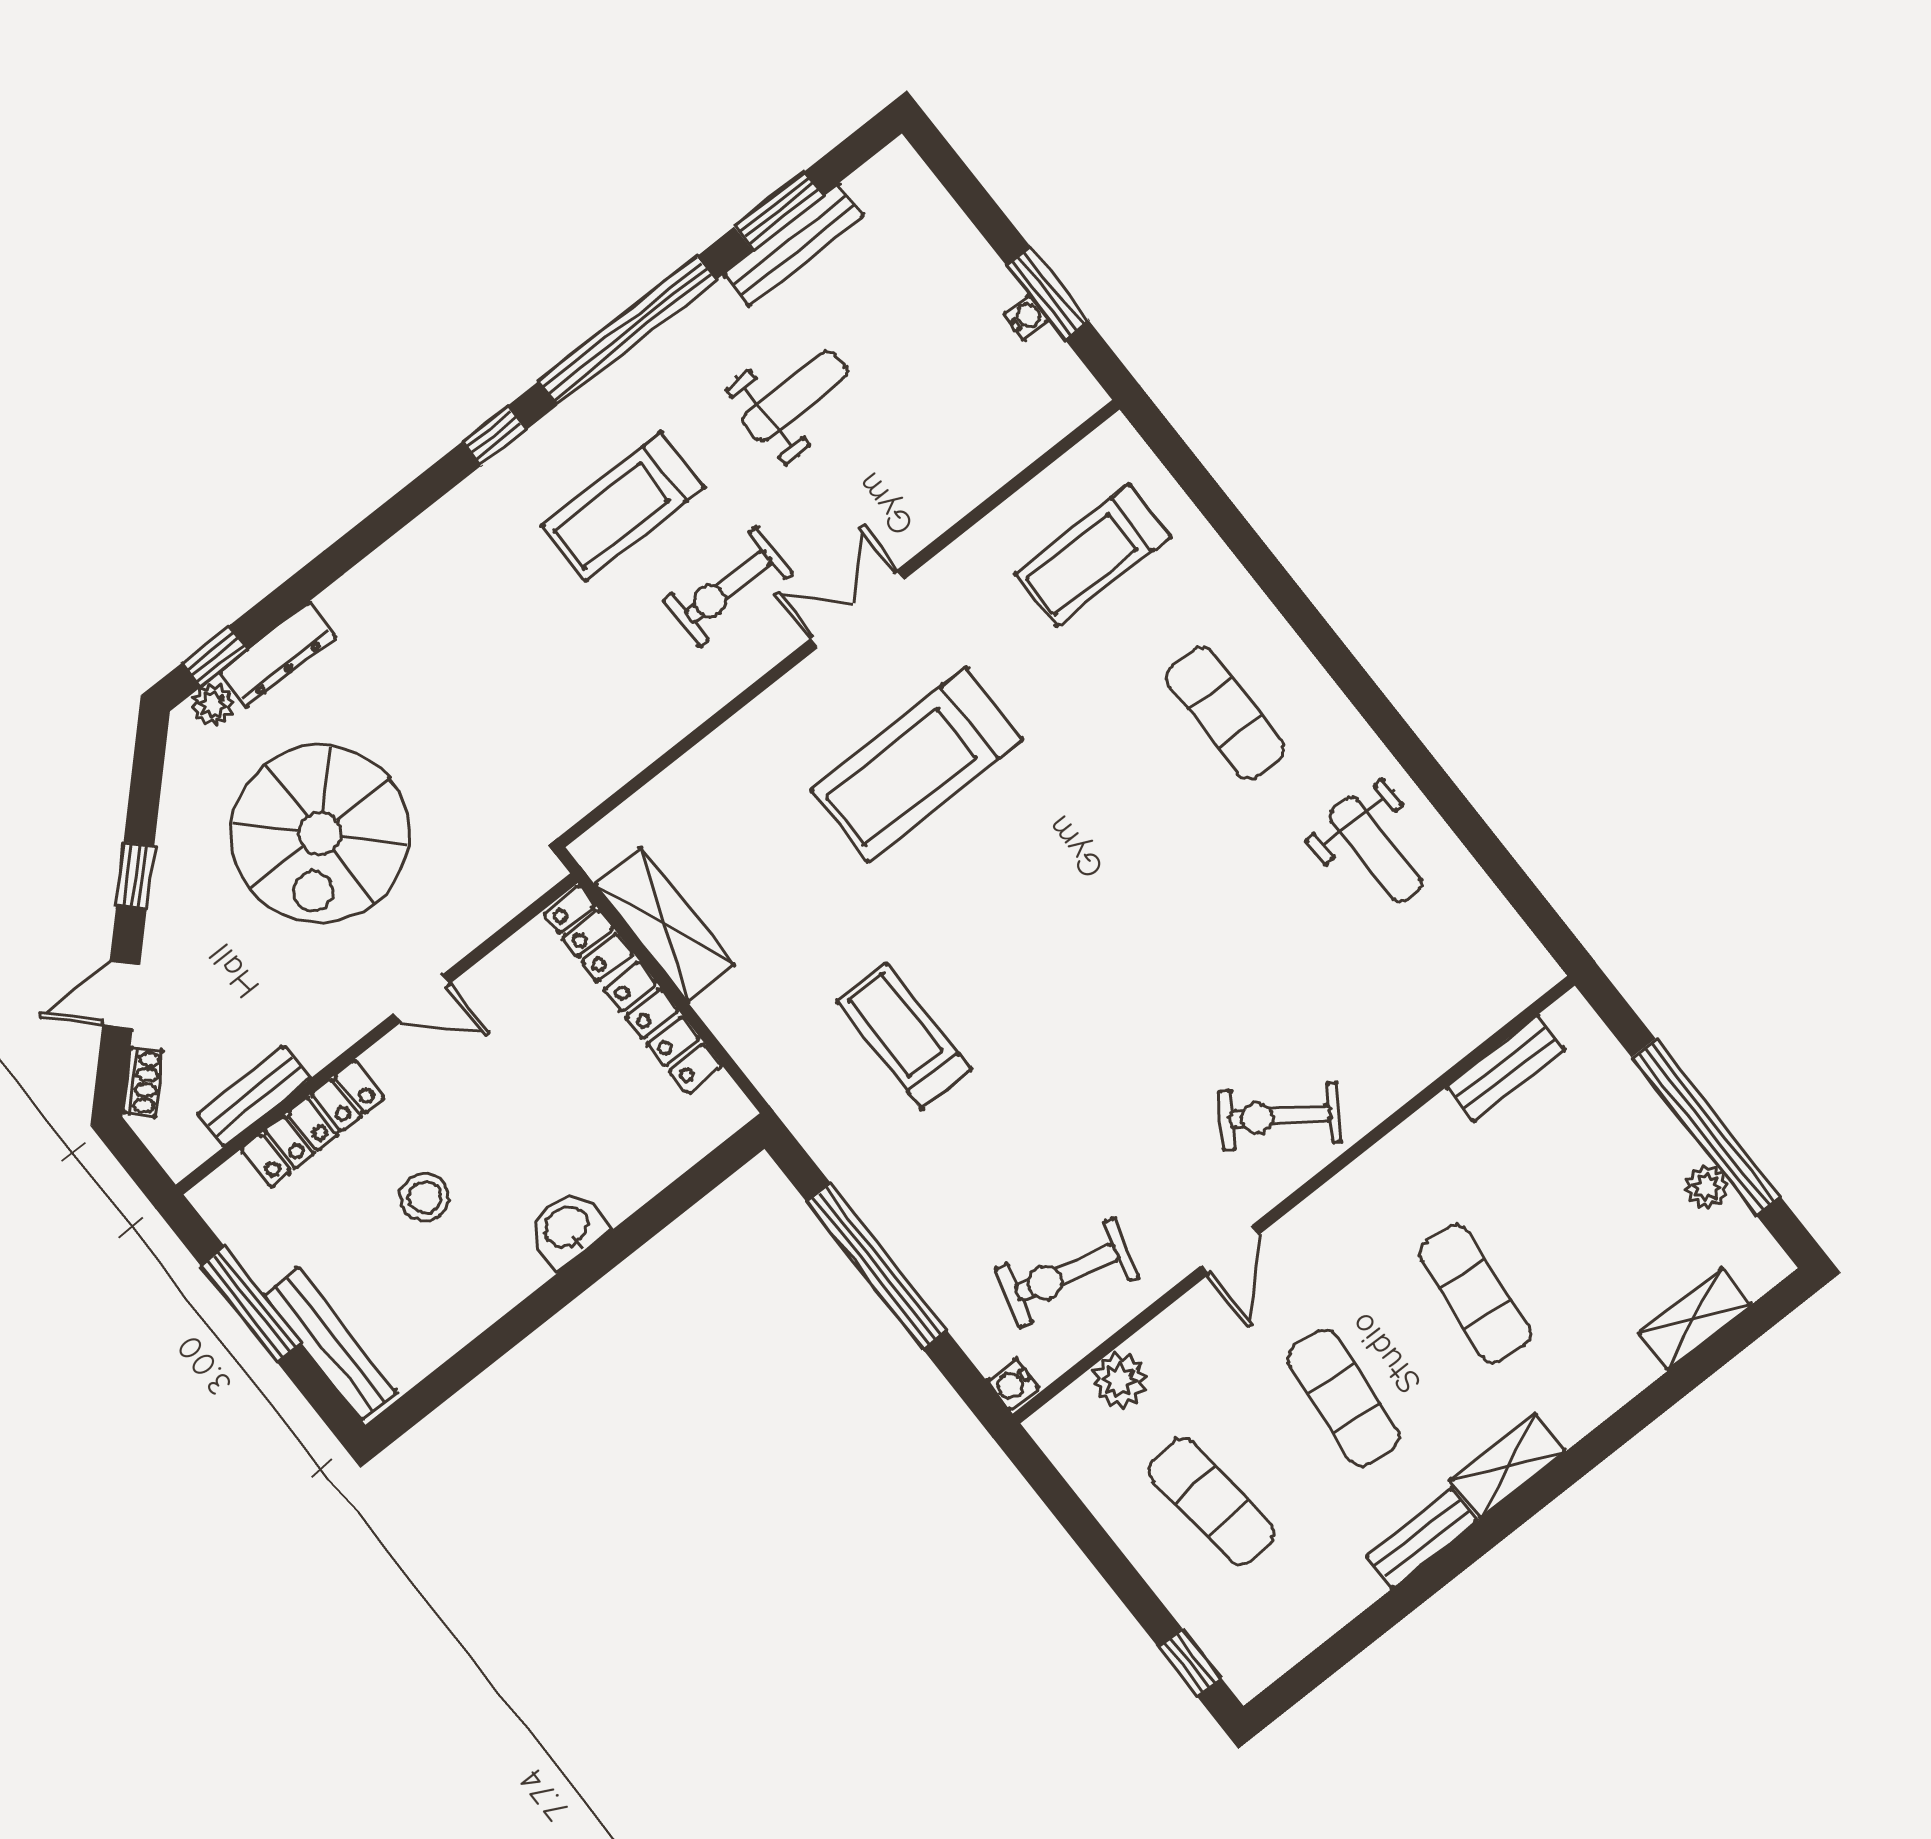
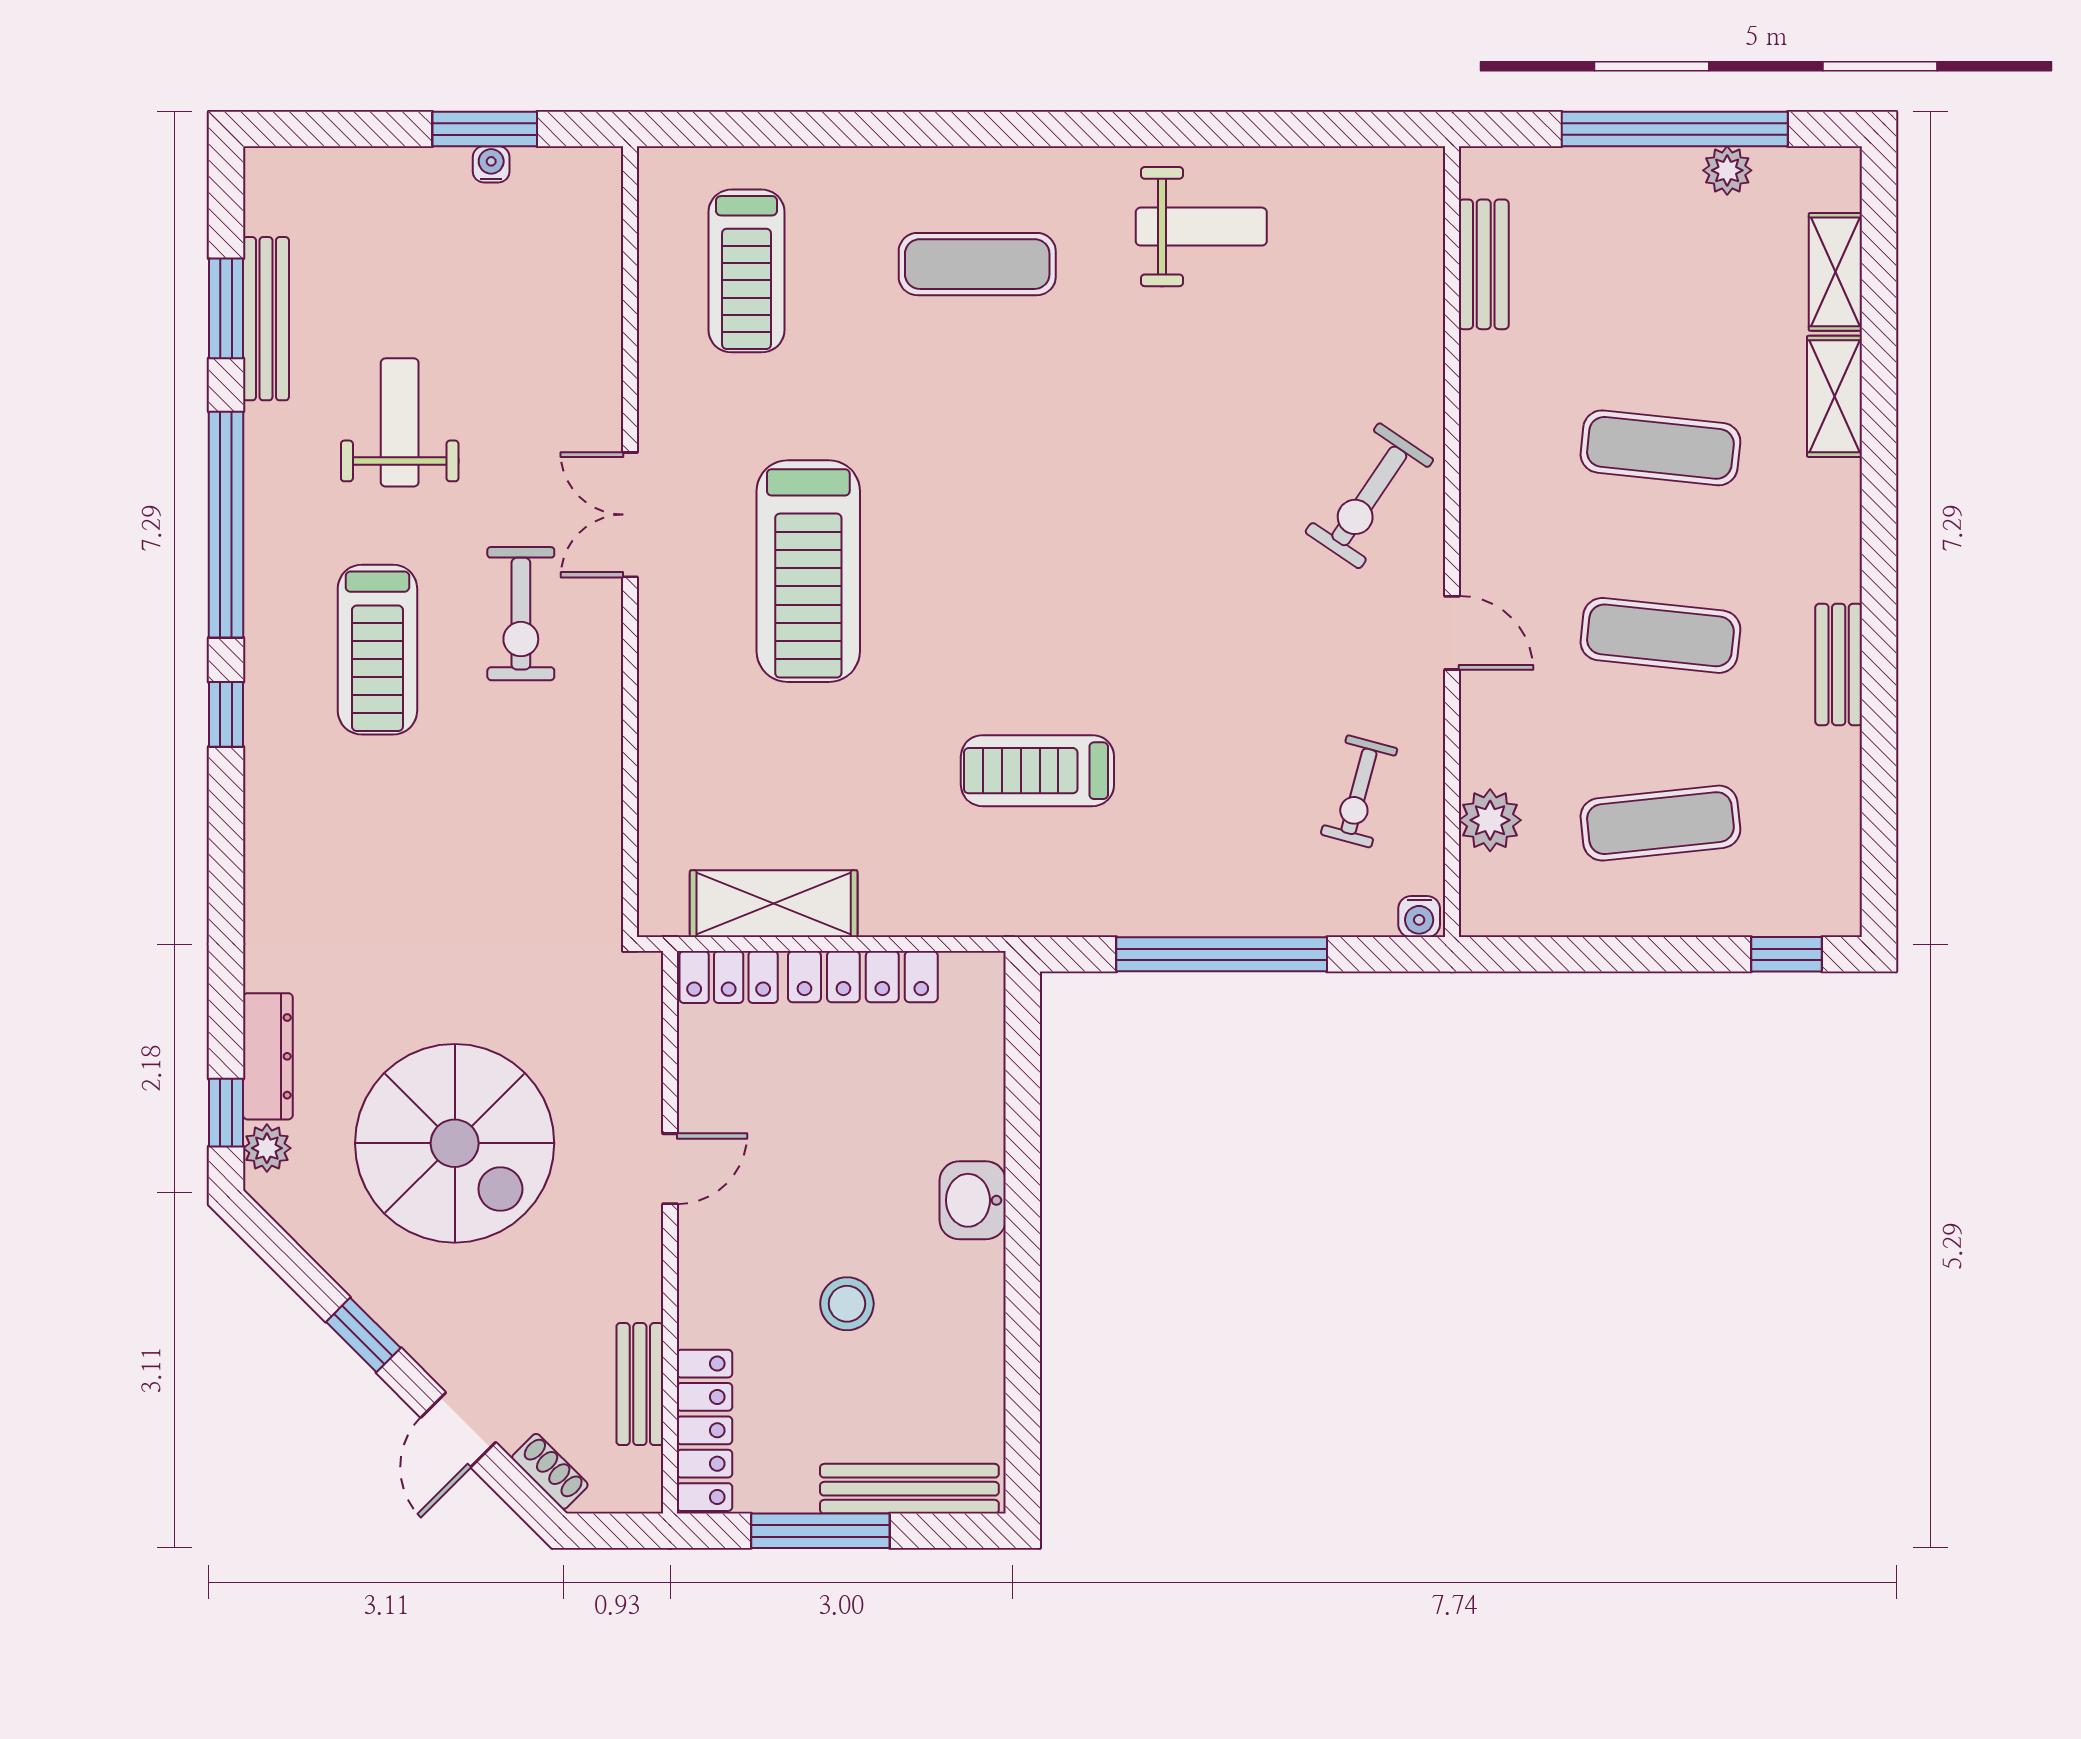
locker: (313, 1124) -> (705, 1430), moved
exercise bike: (1067, 1273) -> (1359, 791), width x0.73, depth x0.72
shelving: (1508, 1466) -> (1835, 396), moved

